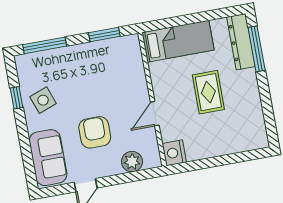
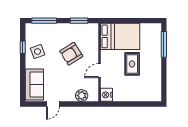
bed: (178, 41) -> (120, 36), width x1.50
dresser: (241, 42) -> (156, 39), removed
armchair: (95, 132) -> (71, 54), moved, turned -122

